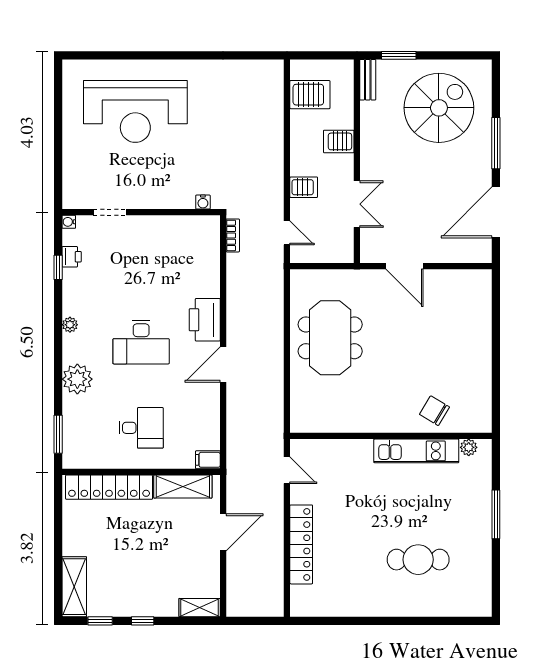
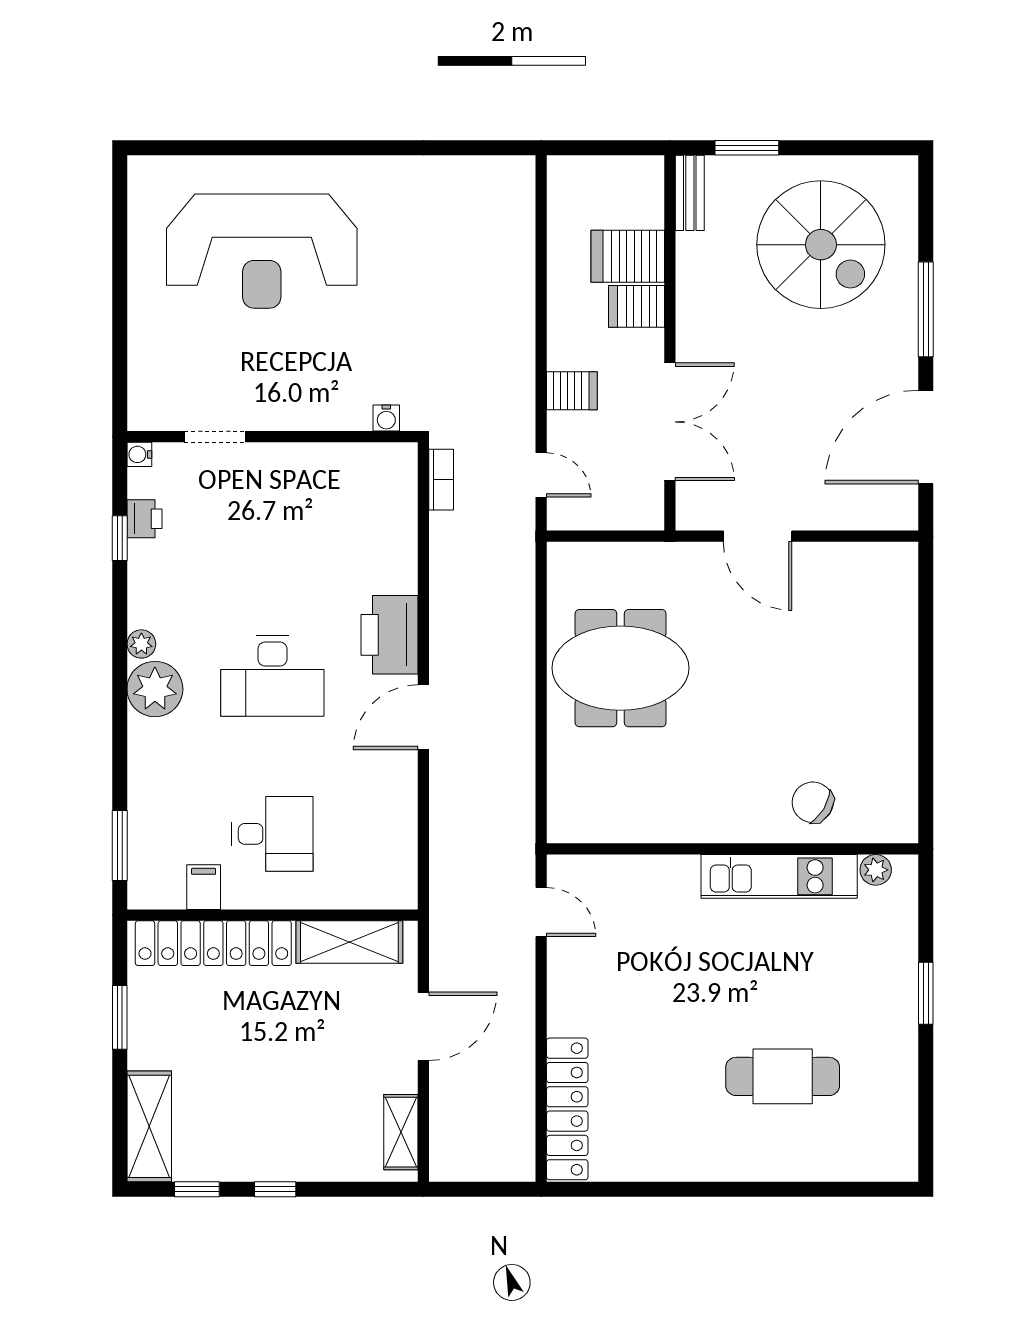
server rack: (310, 95) -> (628, 256), moved, turned 180
spiral stairs: (439, 108) -> (821, 245), turned 90
double door: (357, 204) -> (670, 422), width x1.37
meeting table: (330, 338) -> (621, 668), turned 90
plant: (77, 379) -> (155, 689), moved
filing cabinet: (208, 460) -> (204, 887), moved, turned 90
window: (496, 514) -> (926, 993), width x0.69
window: (58, 527) -> (120, 1017), added
locker: (301, 544) -> (567, 1109), moved
shelving: (200, 608) -> (401, 1132), moved, turned 90

